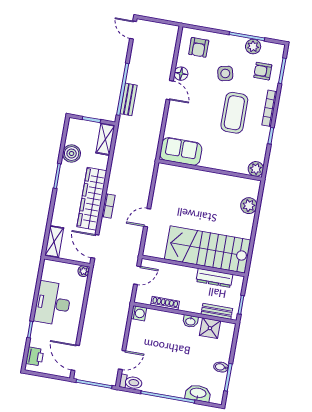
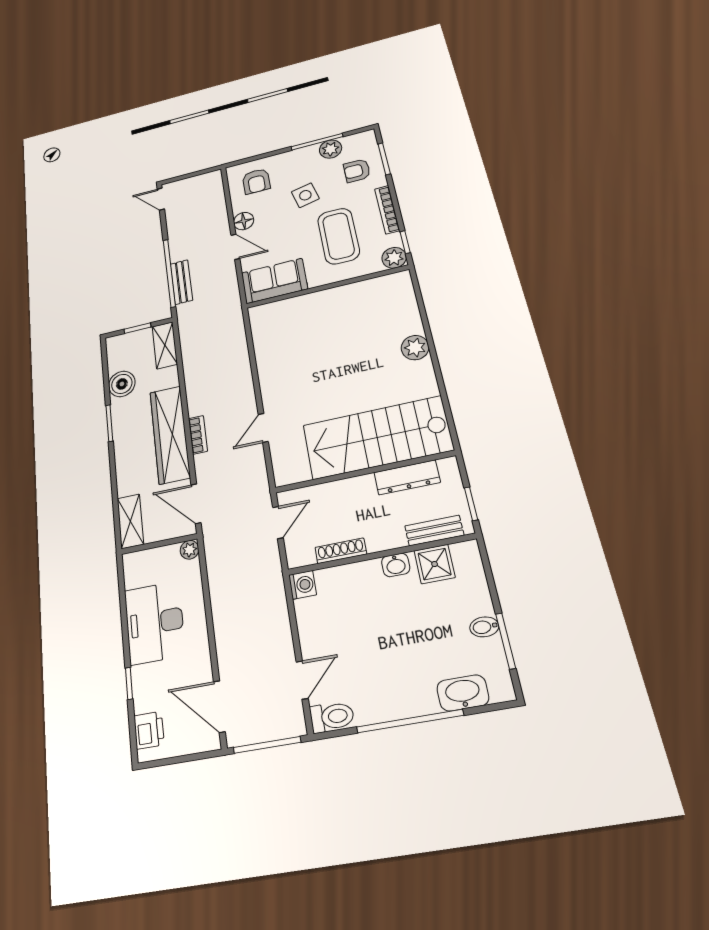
sofa: (181, 151) -> (274, 281), moved
plant: (256, 169) -> (394, 258), moved
wall: (210, 170) -> (327, 287), moved

